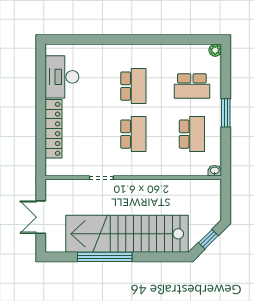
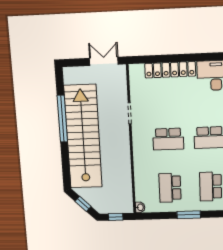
school desk: (192, 134) -> (170, 188), turned 90
window: (226, 201) -> (116, 217), added
double door: (41, 217) -> (104, 61), moved

